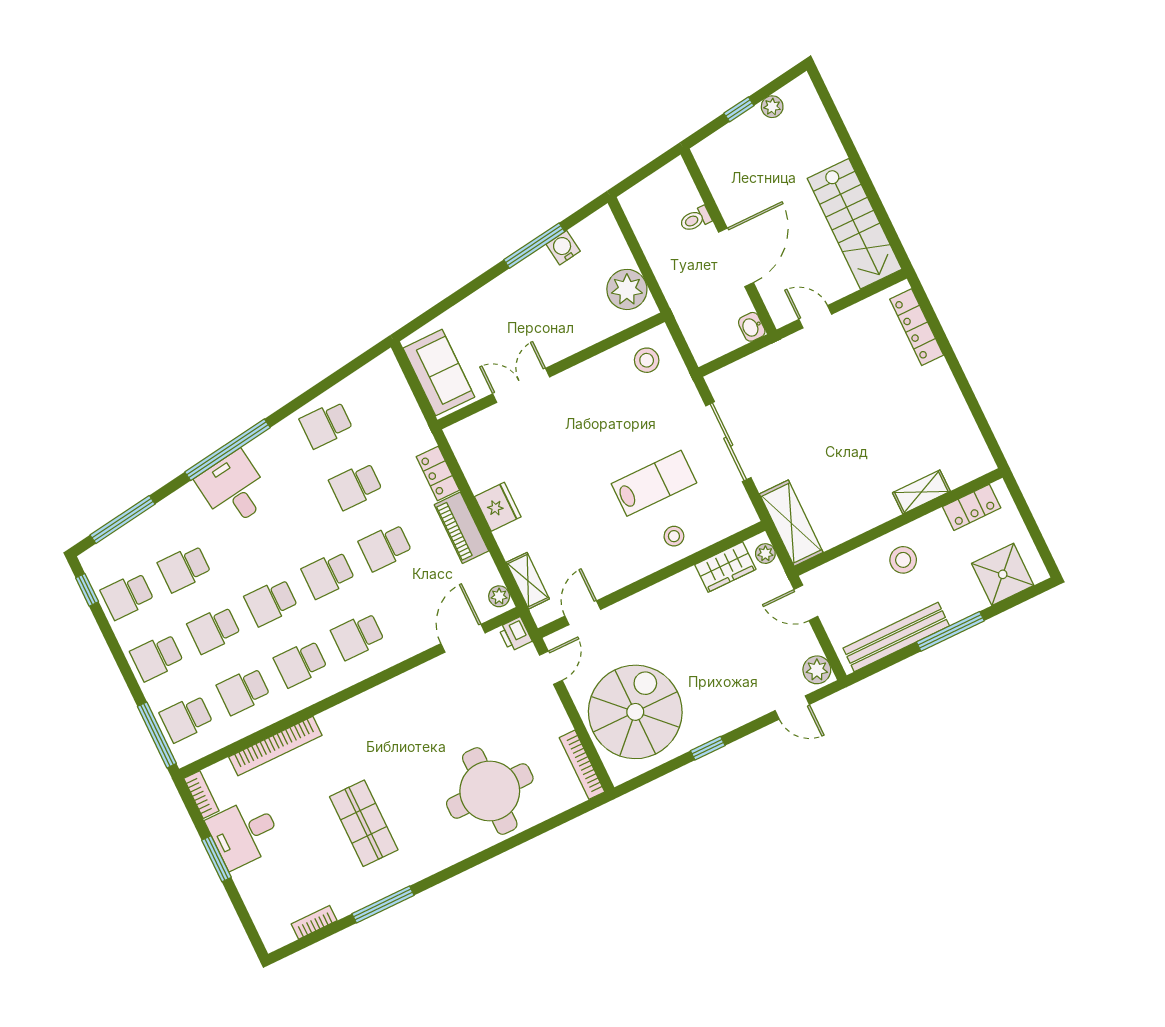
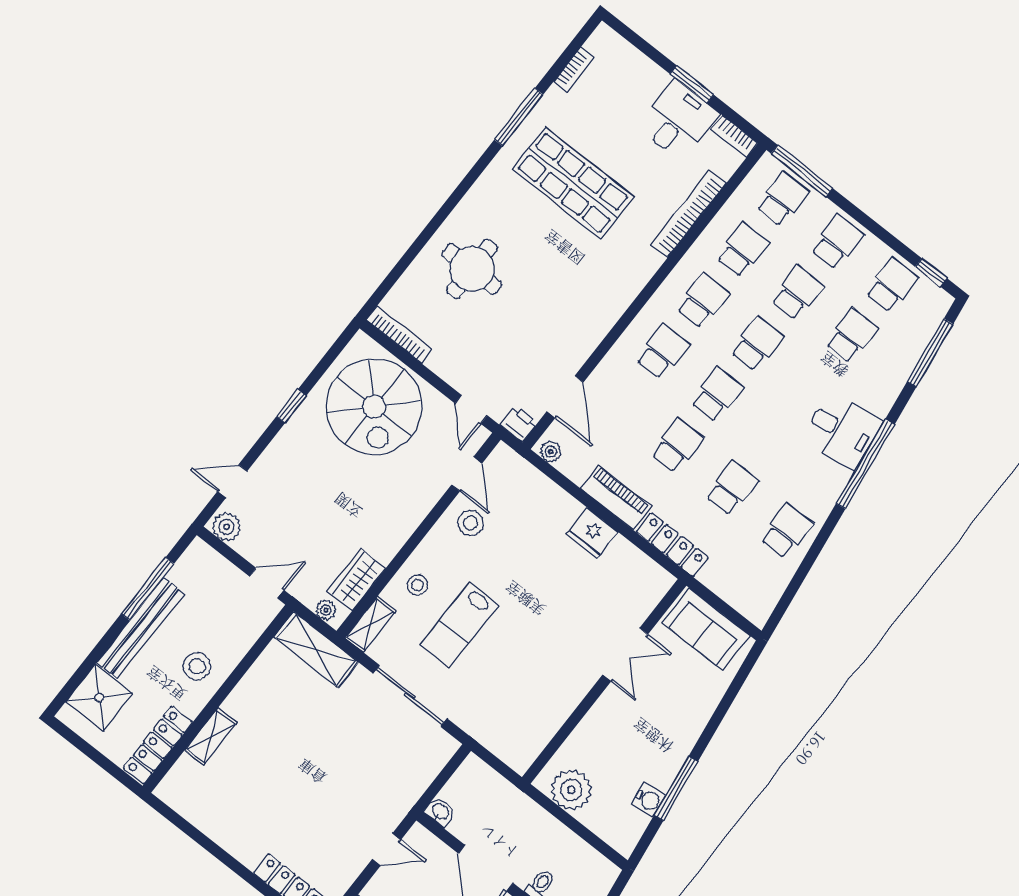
stool: (647, 360) -> (471, 523), moved
locker: (438, 473) -> (672, 545), width x1.53
locker: (972, 507) -> (158, 745), width x1.53
shelving: (528, 581) -> (370, 624), moved, turned 90
window: (950, 631) -> (148, 589), moved
bench: (896, 637) -> (140, 628), moved
round table: (490, 791) -> (472, 269), width x0.73, depth x0.73
shop shelf: (364, 823) -> (573, 183), width x1.43, depth x1.36

